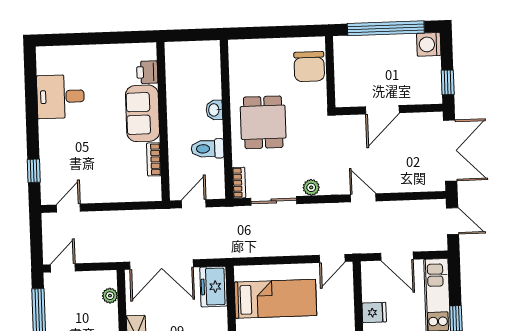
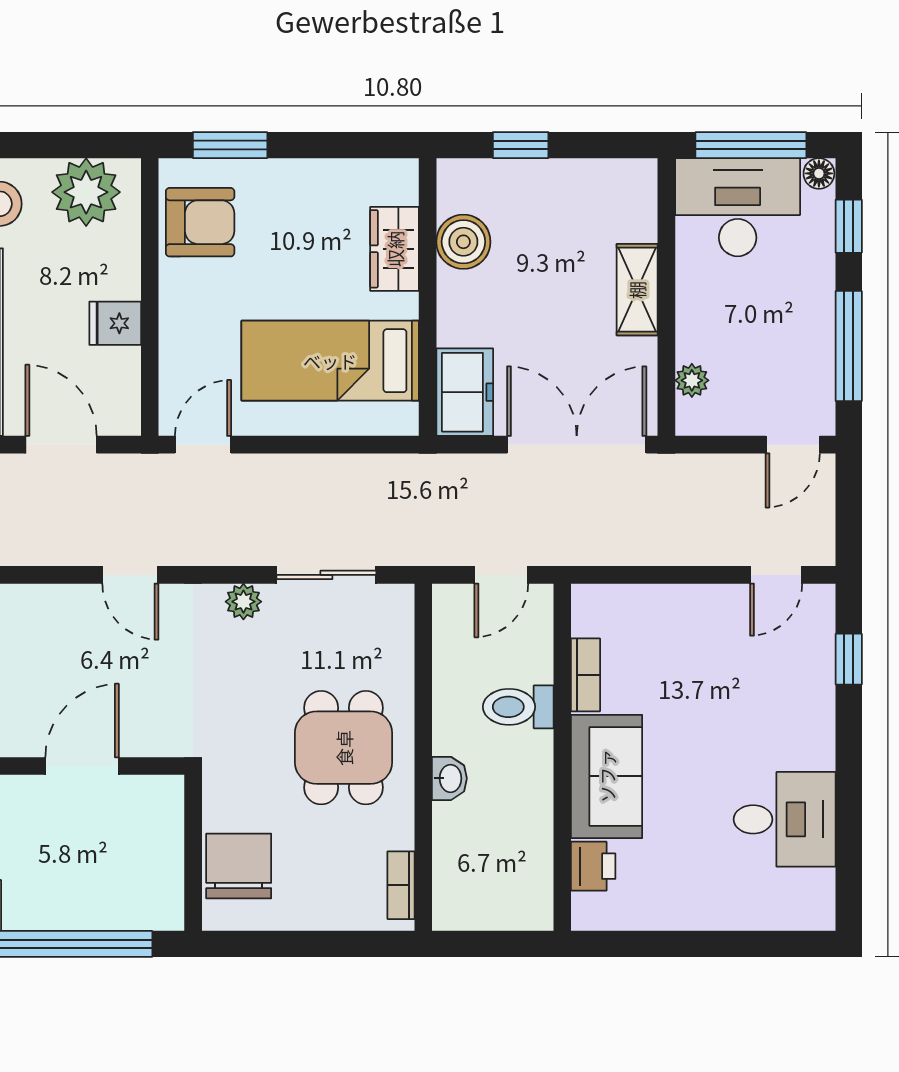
toilet: (207, 149) -> (518, 707), moved, turned 180
bookcase: (239, 183) -> (401, 885), moved

